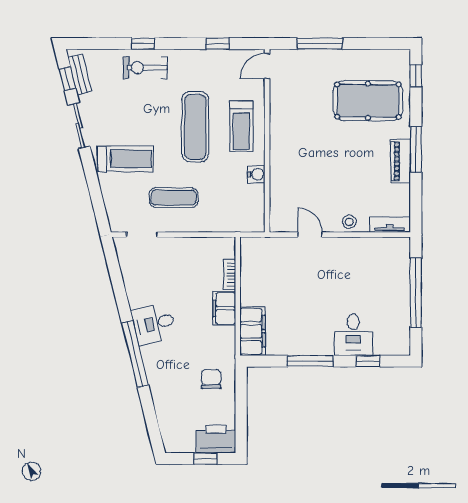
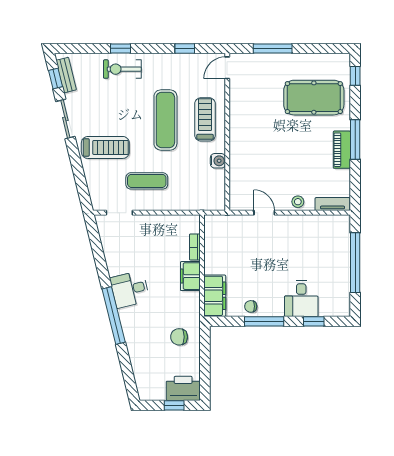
treadmill: (241, 126) -> (205, 119), turned 180
chair: (295, 344) -> (251, 306), added
chair: (211, 379) -> (179, 337), turned -90

